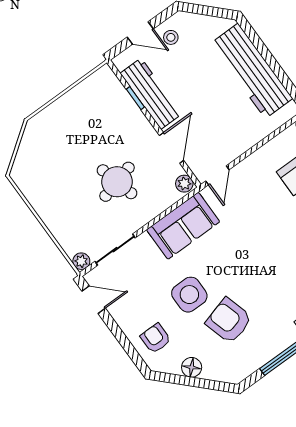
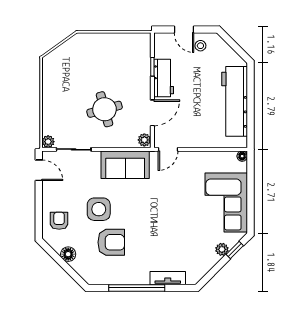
workbench: (151, 94) -> (164, 78), width x0.73
armchair: (229, 321) -> (111, 242), turned 106

